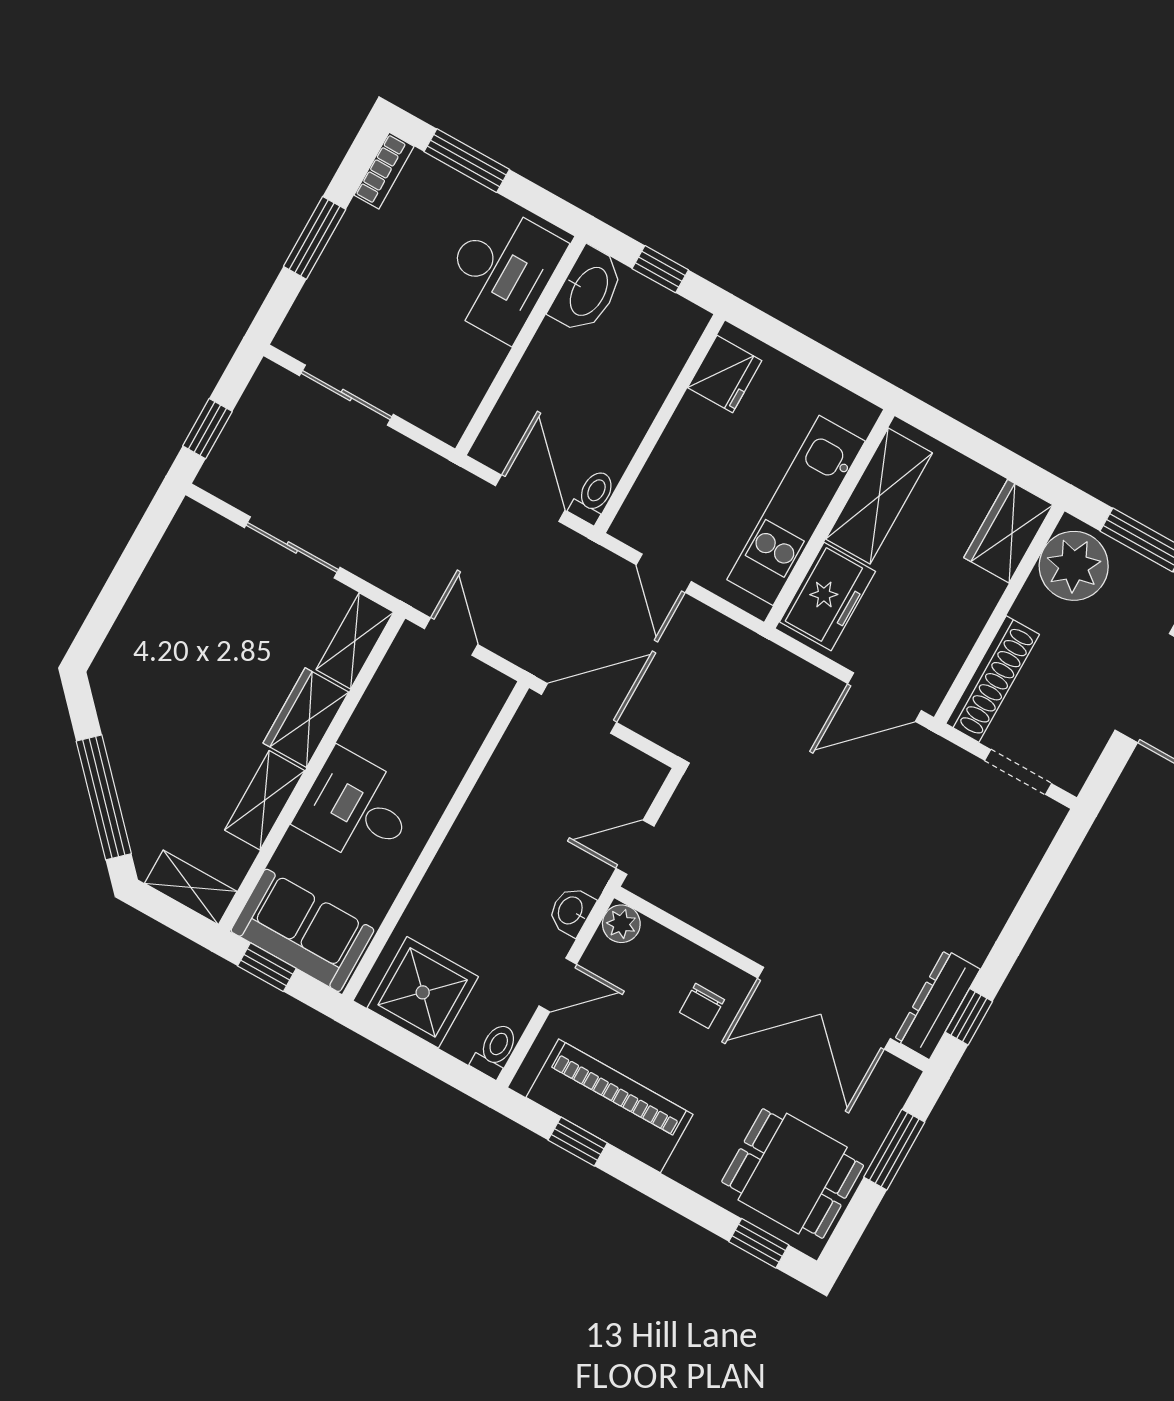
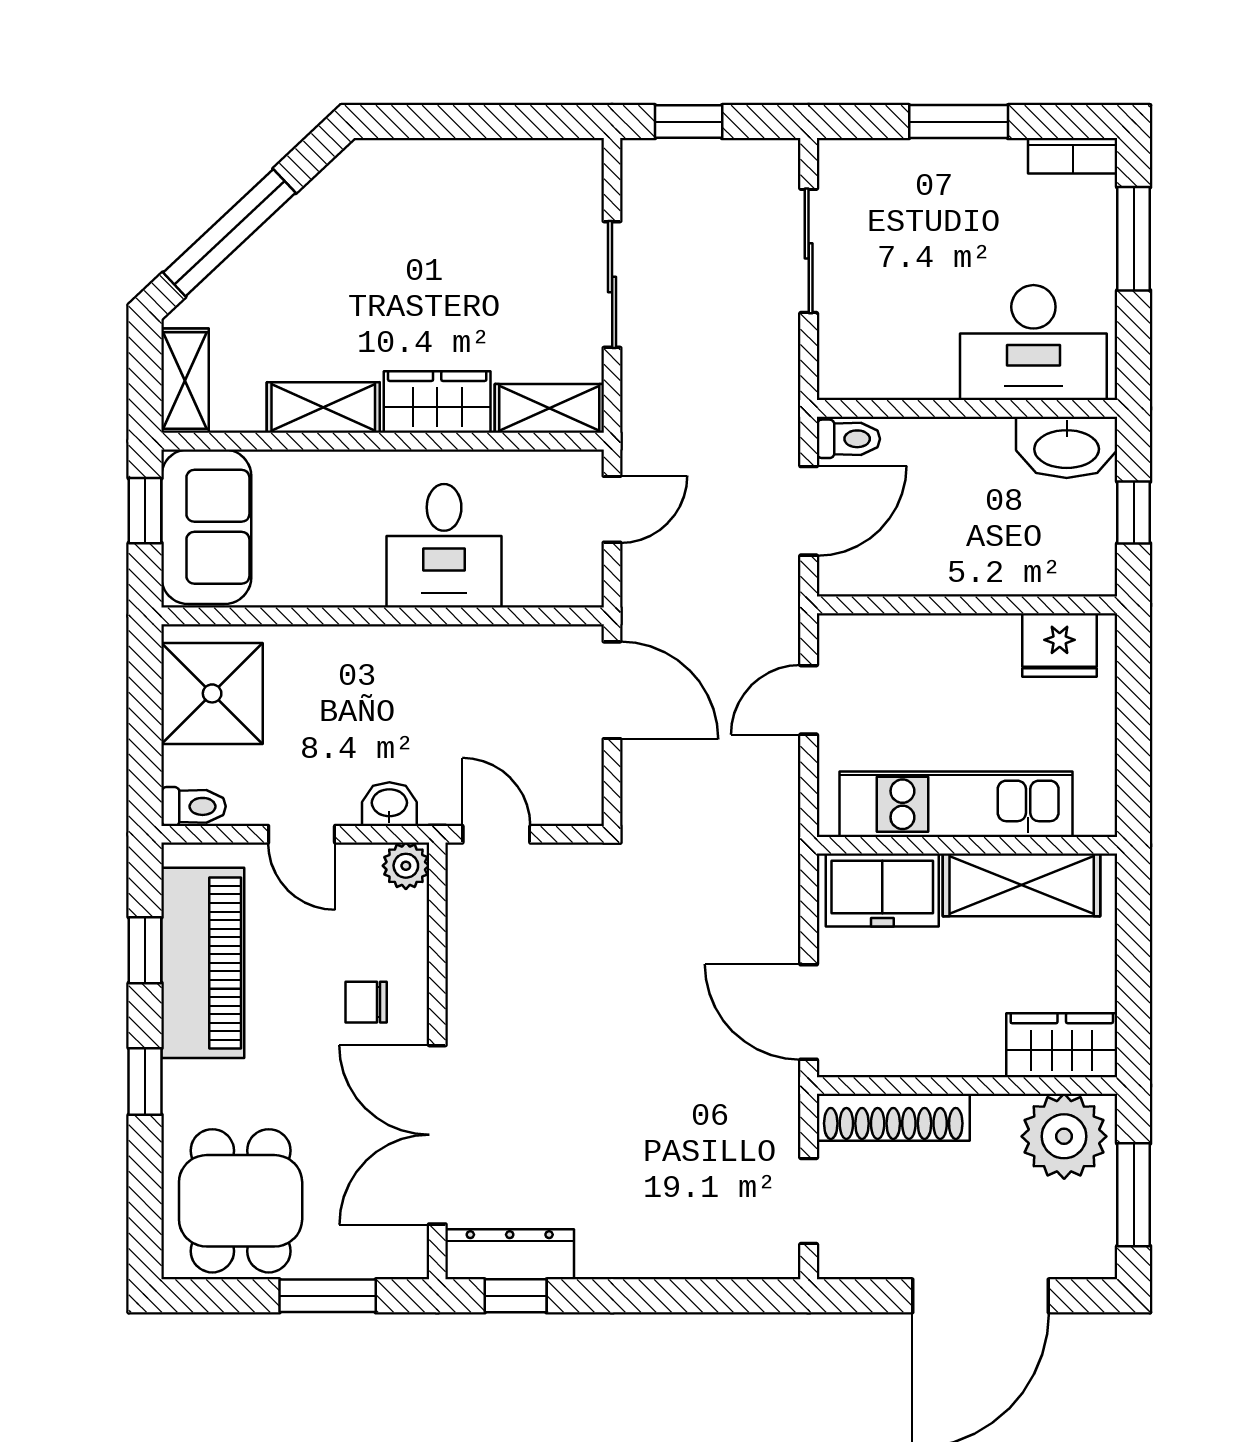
toilet: (593, 497) -> (848, 439), moved
desk: (357, 808) -> (444, 546), moved, turned 180
window: (759, 1243) -> (145, 1081), moved

